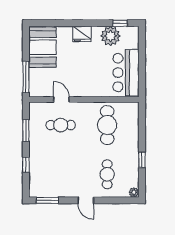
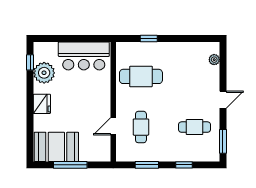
window: (26, 77) -> (70, 165), moved
window: (142, 160) -> (149, 39), moved
cafe table: (107, 174) -> (195, 127), moved
plant: (134, 192) -> (214, 60), moved

